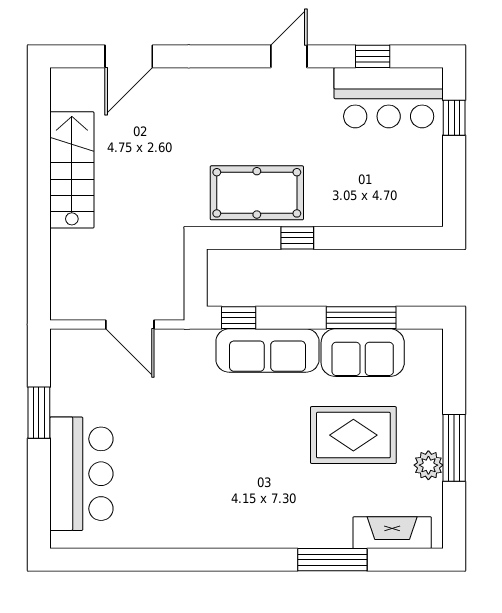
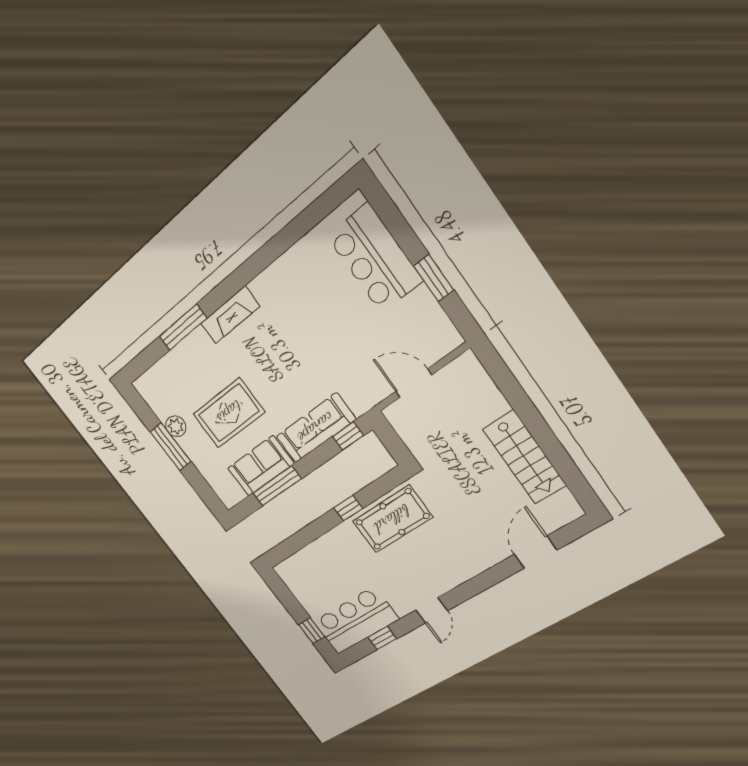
fireplace: (392, 533) -> (230, 315), moved

